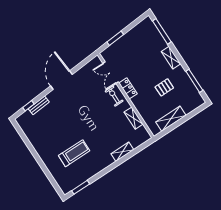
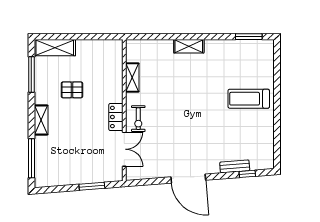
door: (61, 80) -> (188, 179), hinge flipped
shelving: (171, 119) -> (55, 48), moved
shelving: (122, 152) -> (189, 46), moved
treadmill: (74, 153) -> (249, 99), moved

